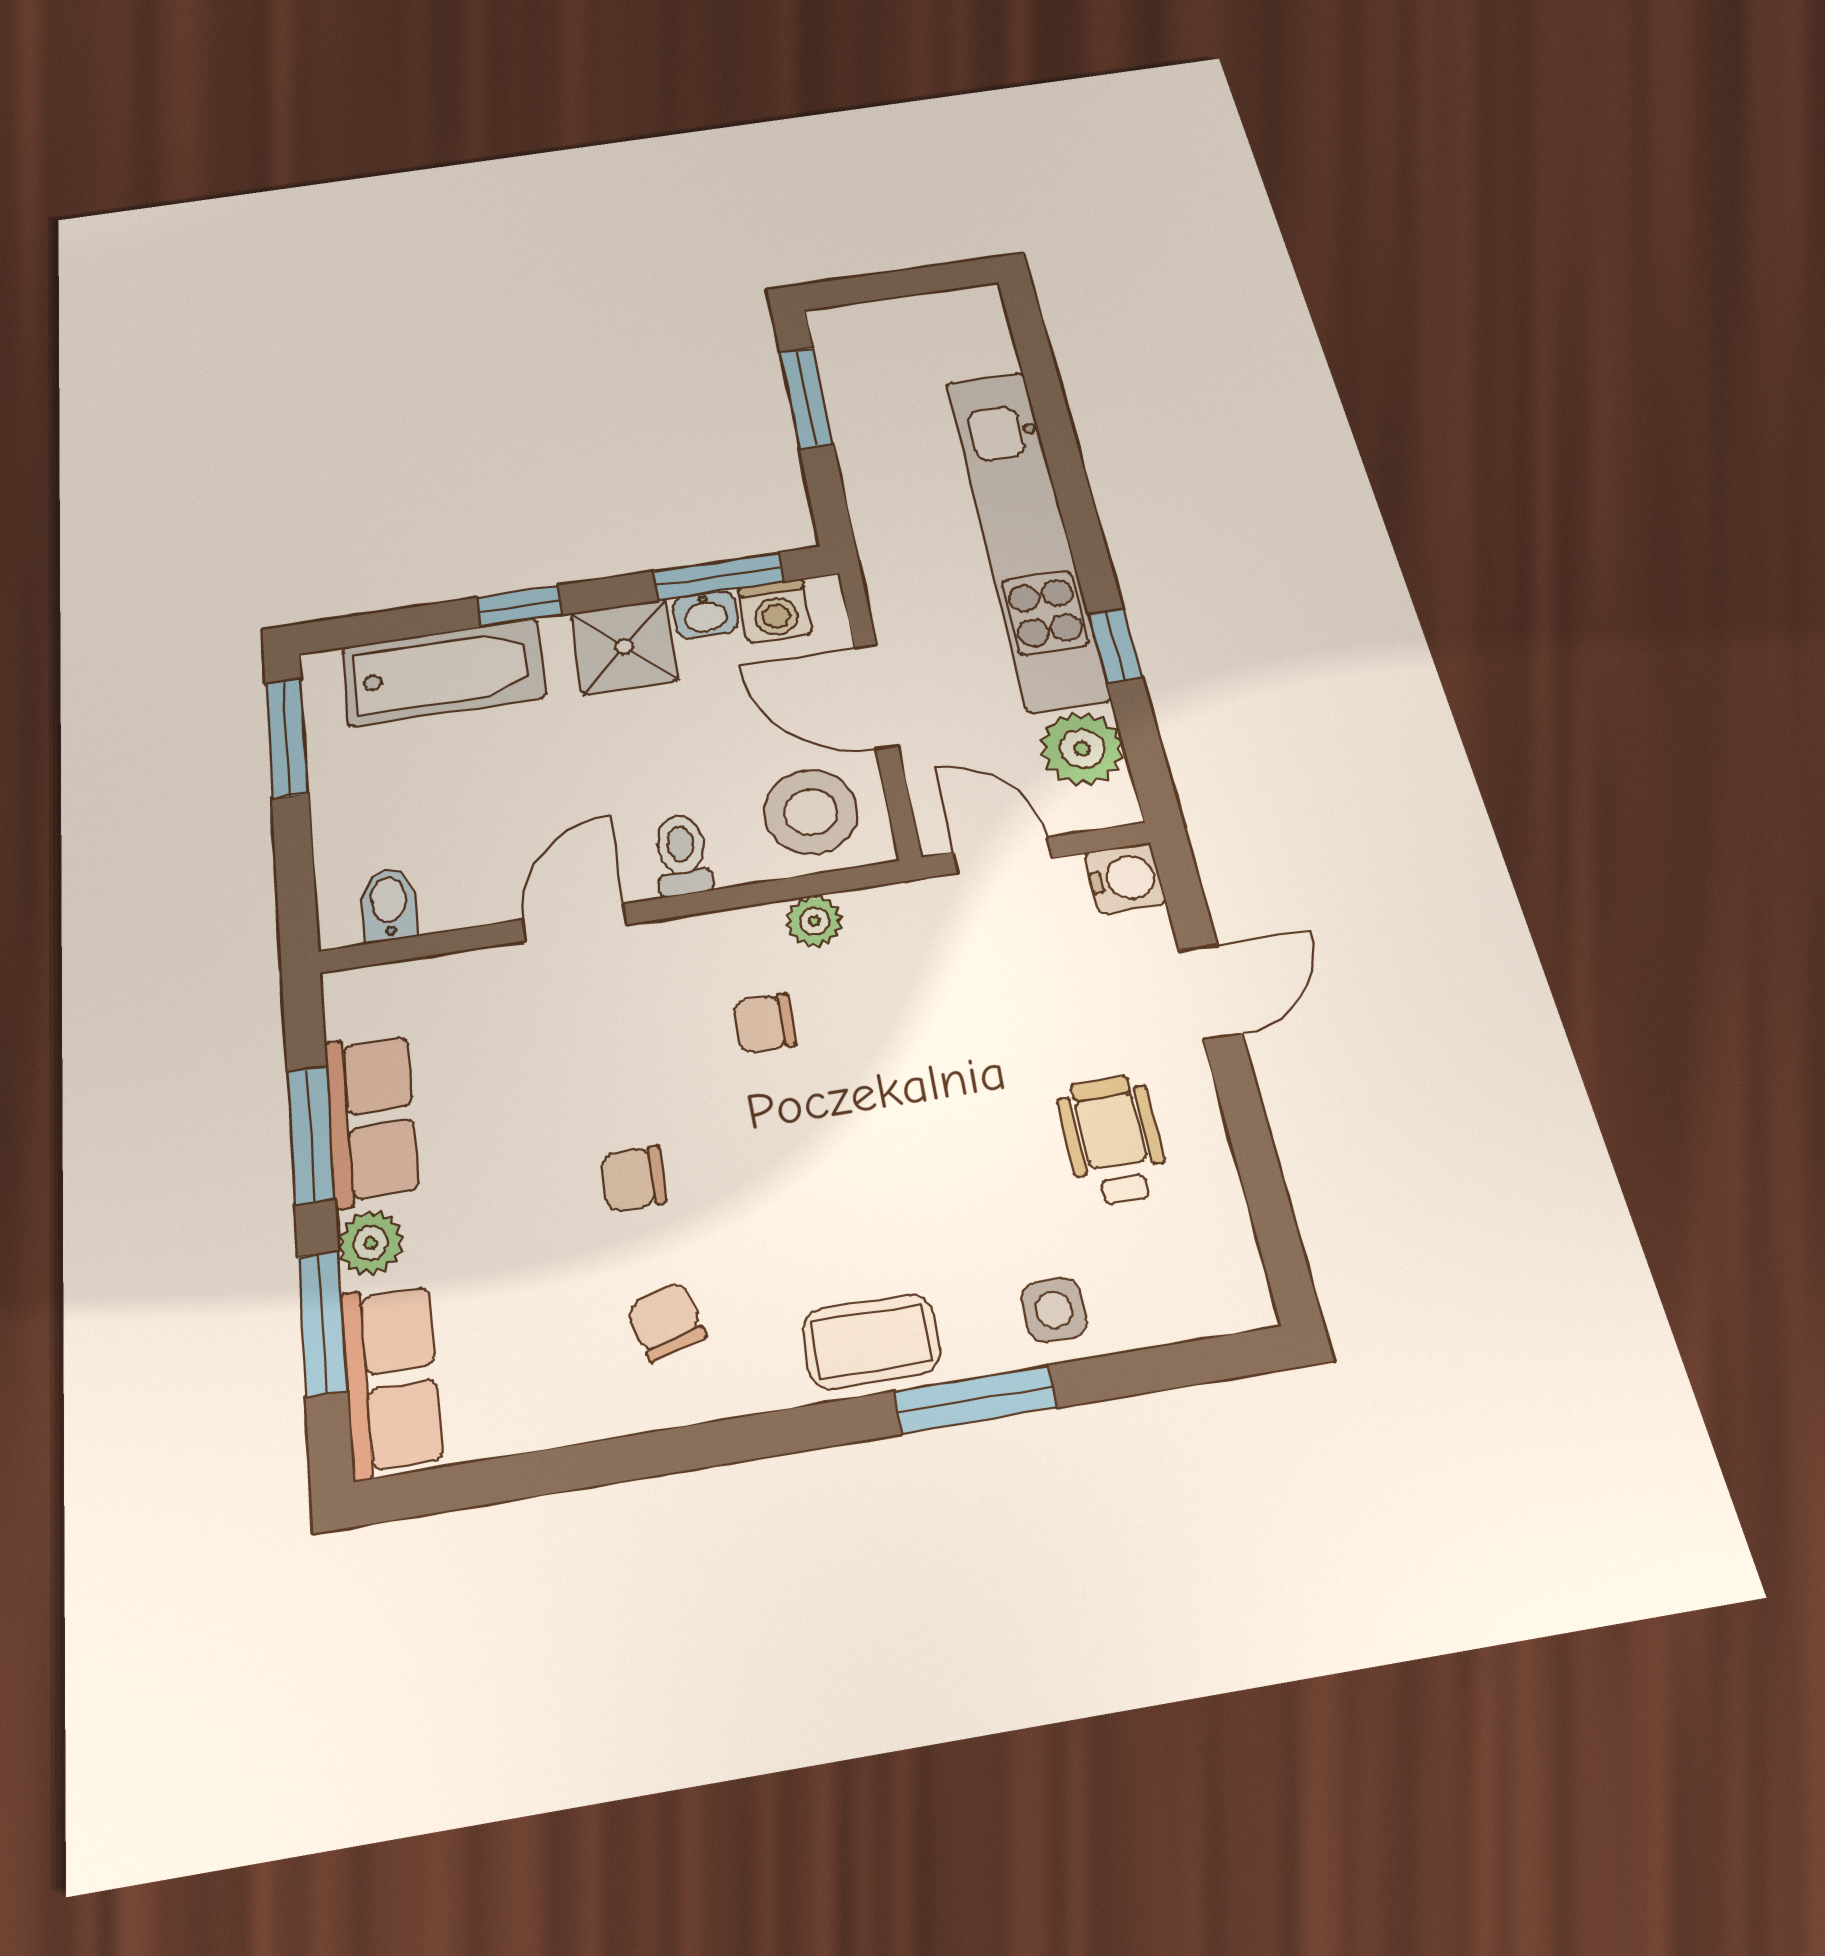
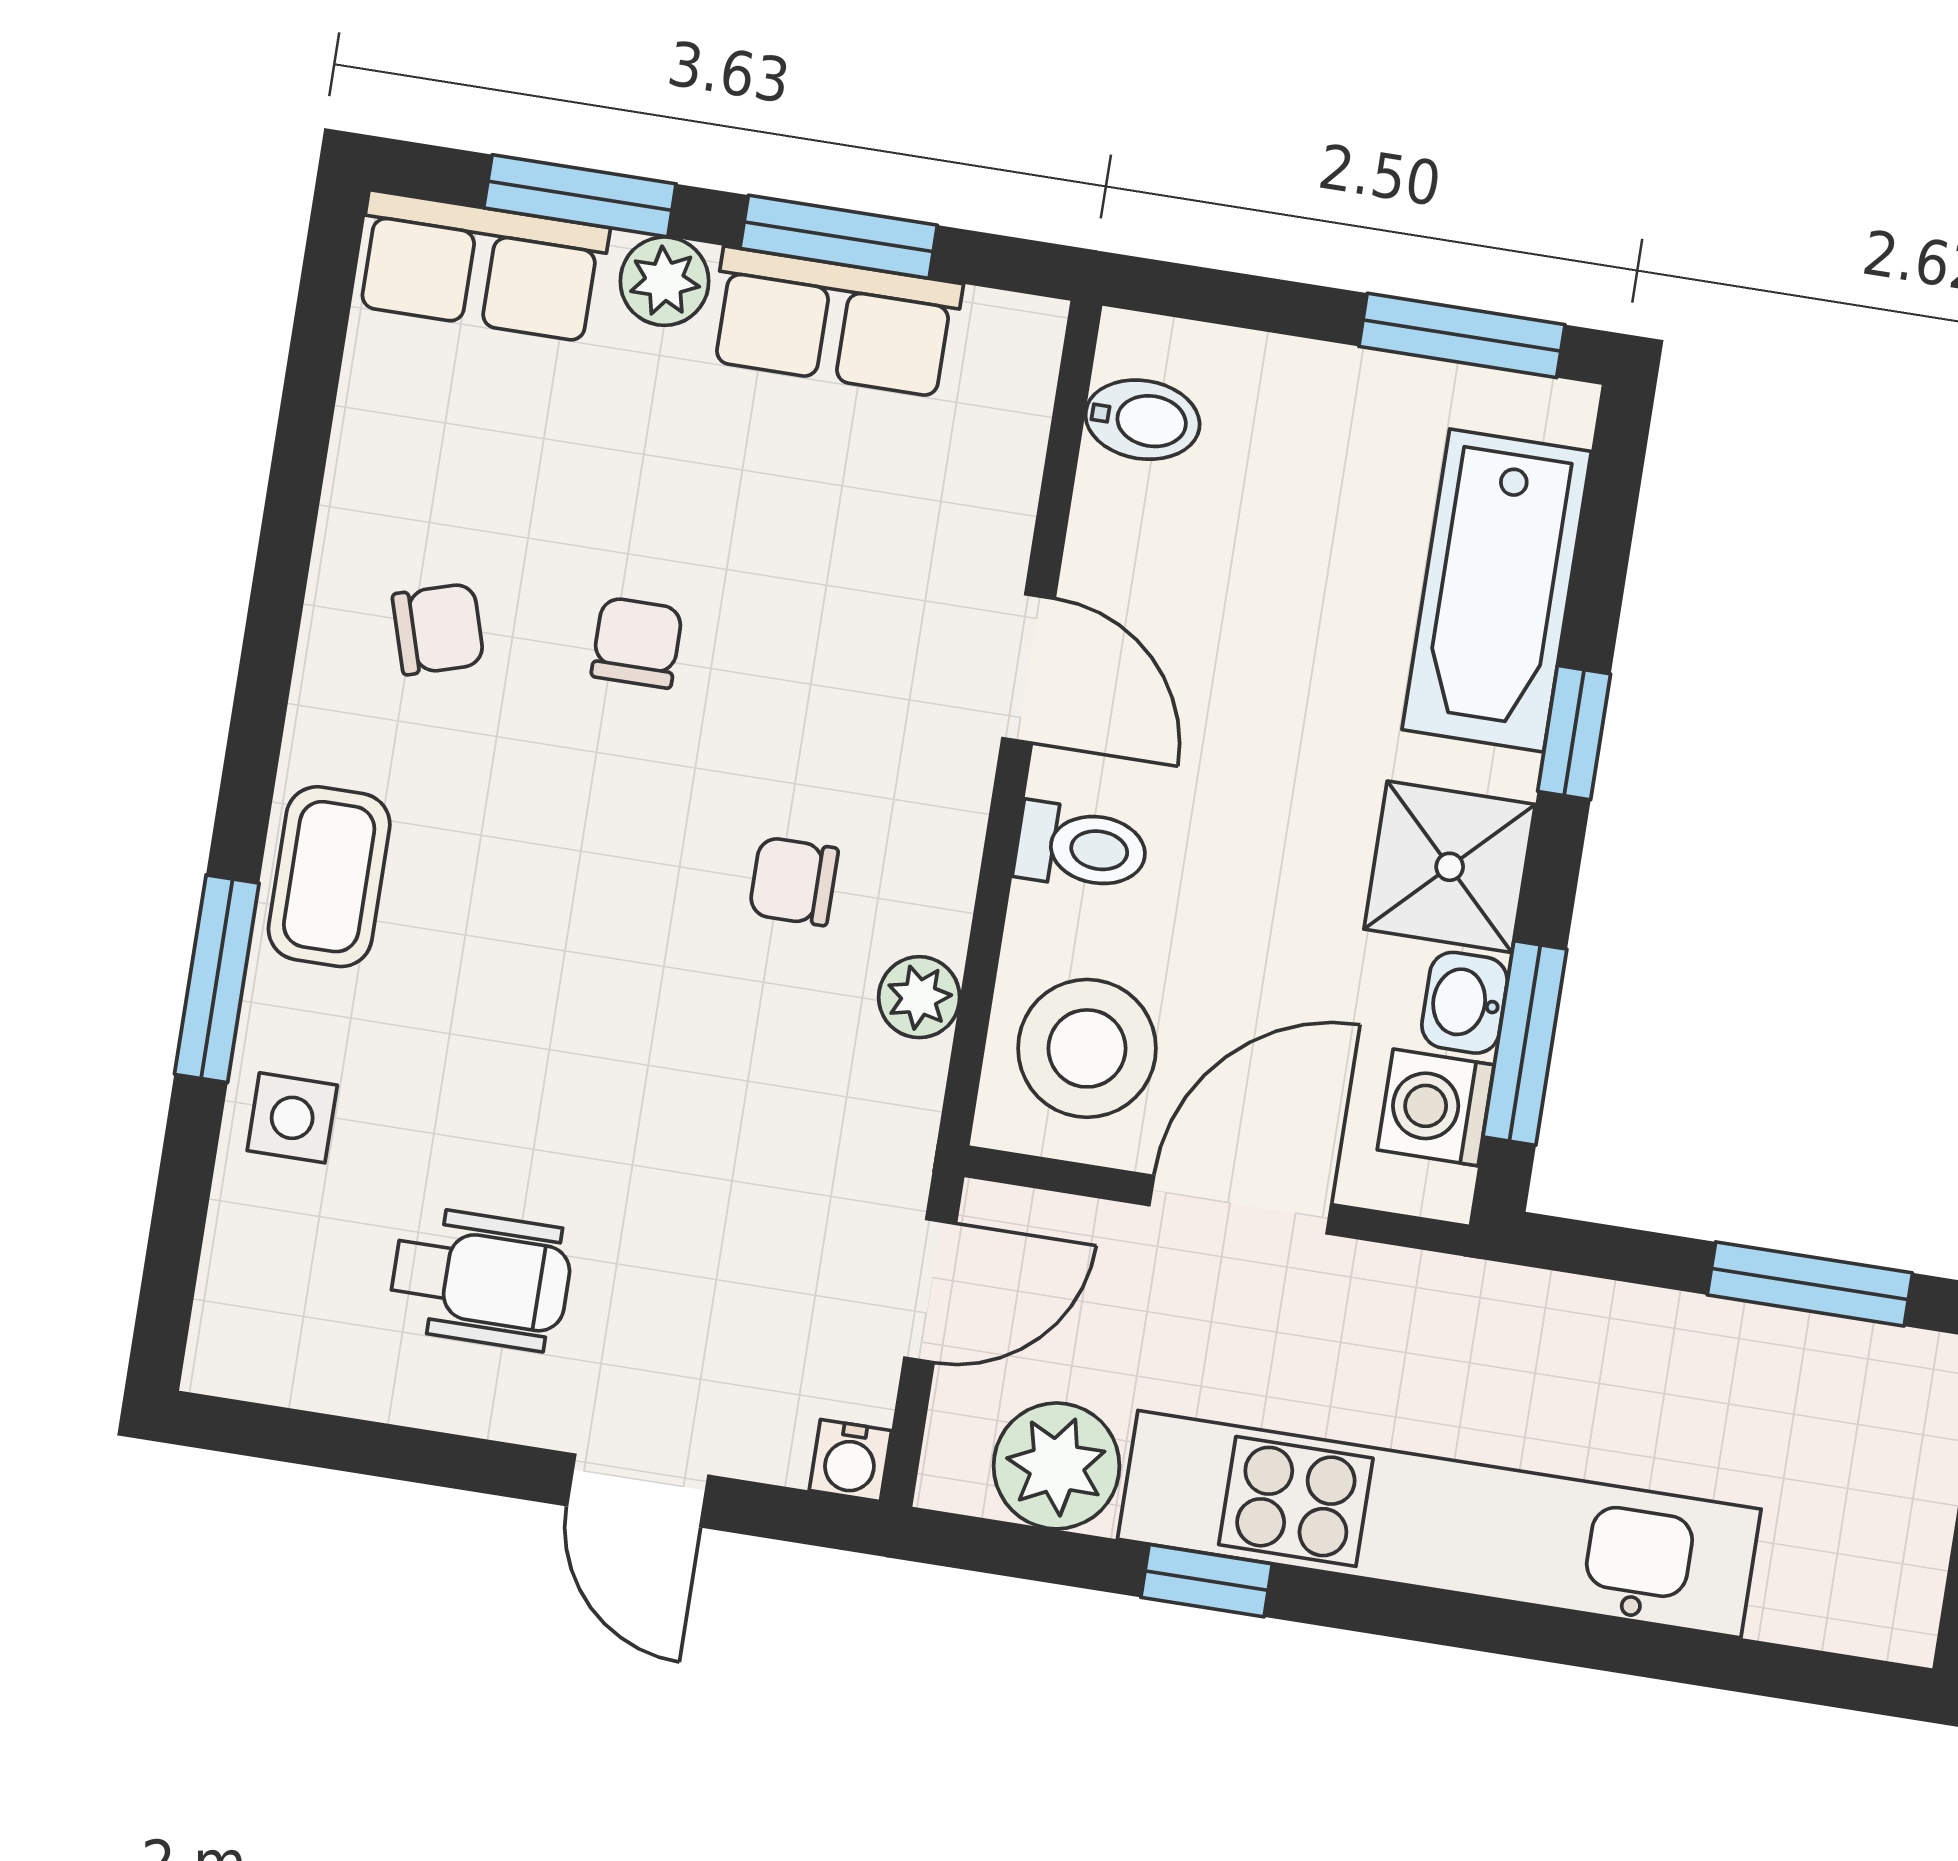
water cooler: (1125, 878) -> (850, 1460), width x0.72, depth x0.72
chair: (765, 1023) -> (794, 881), turned -90

